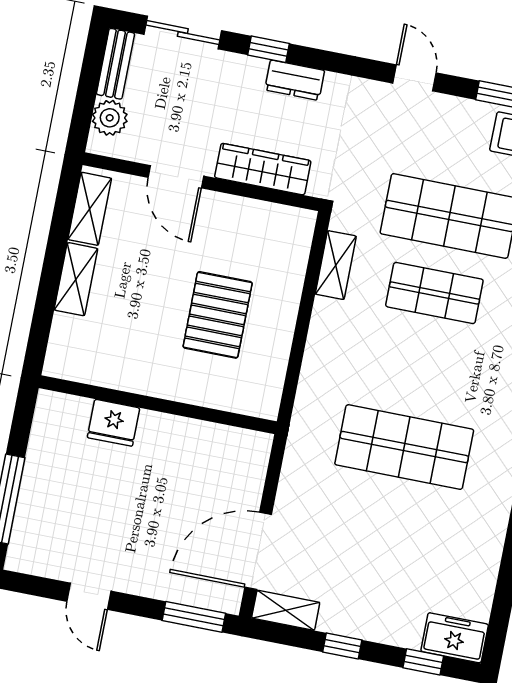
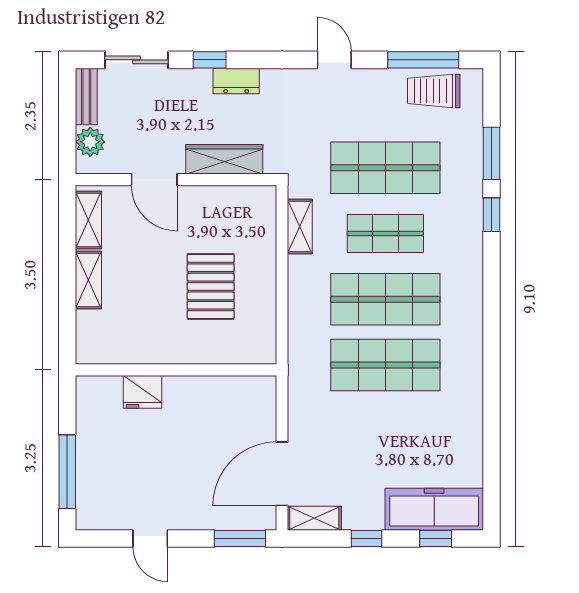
shop shelf: (419, 370) -> (385, 299), added
freezer: (455, 638) -> (434, 509), width x1.91, depth x1.26

